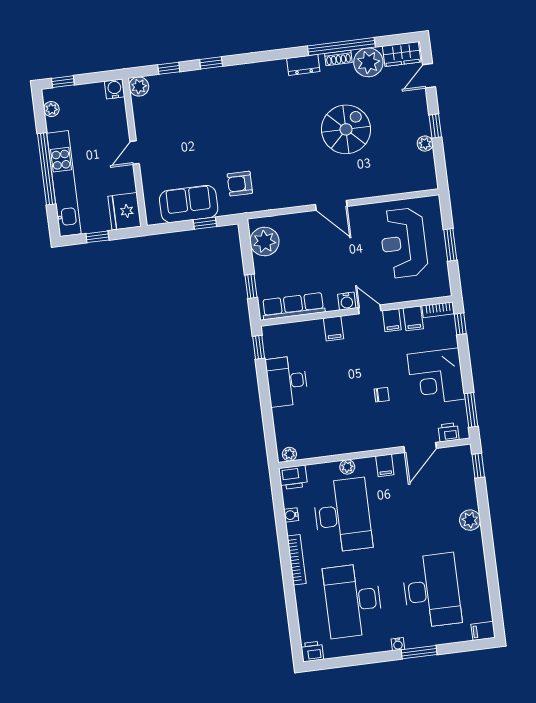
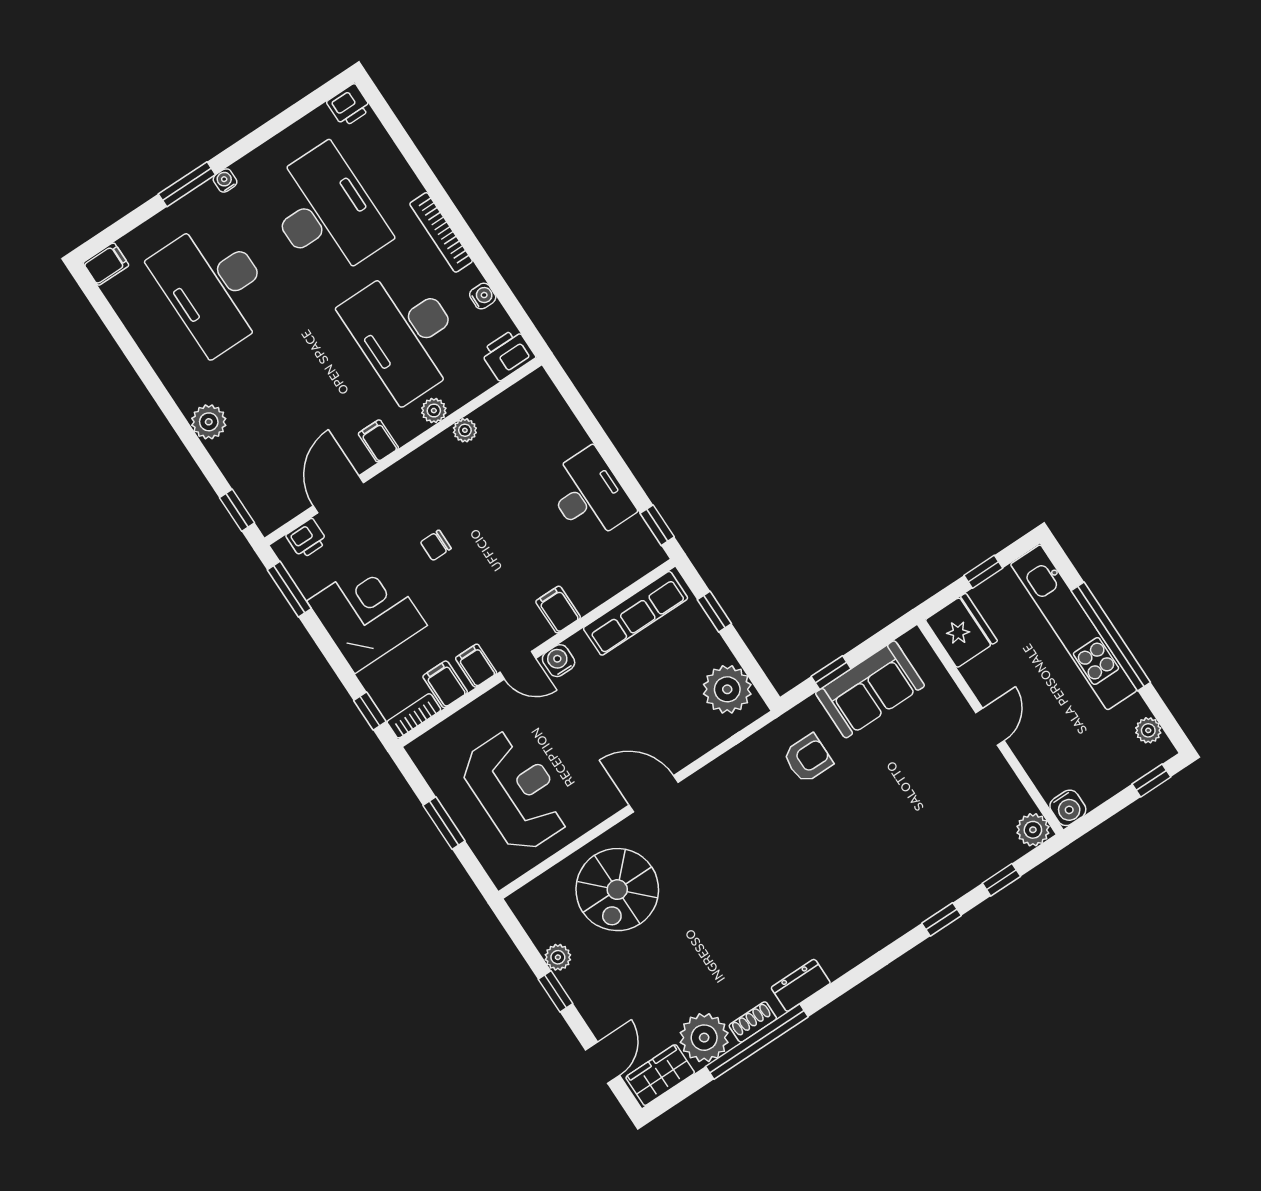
spiral stairs: (346, 129) -> (617, 890), moved
plant: (289, 454) -> (465, 430), moved

